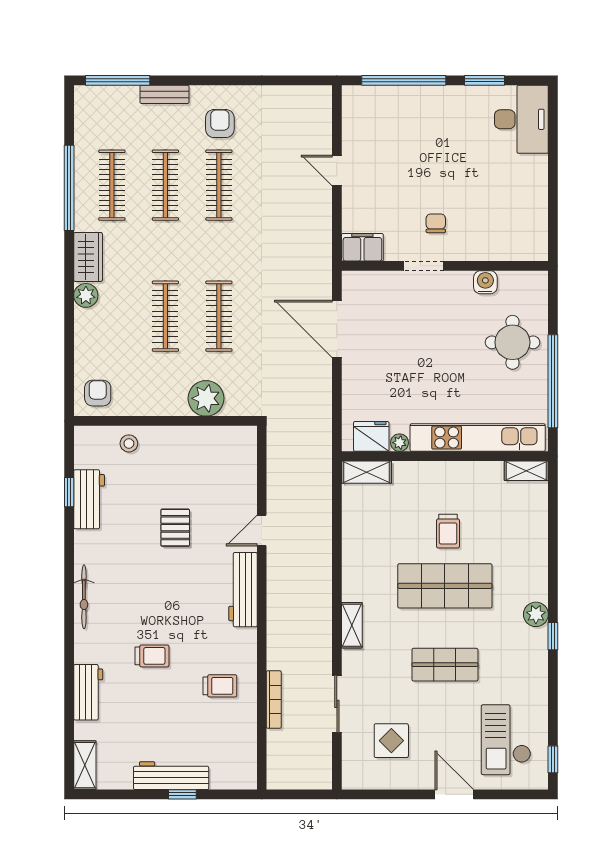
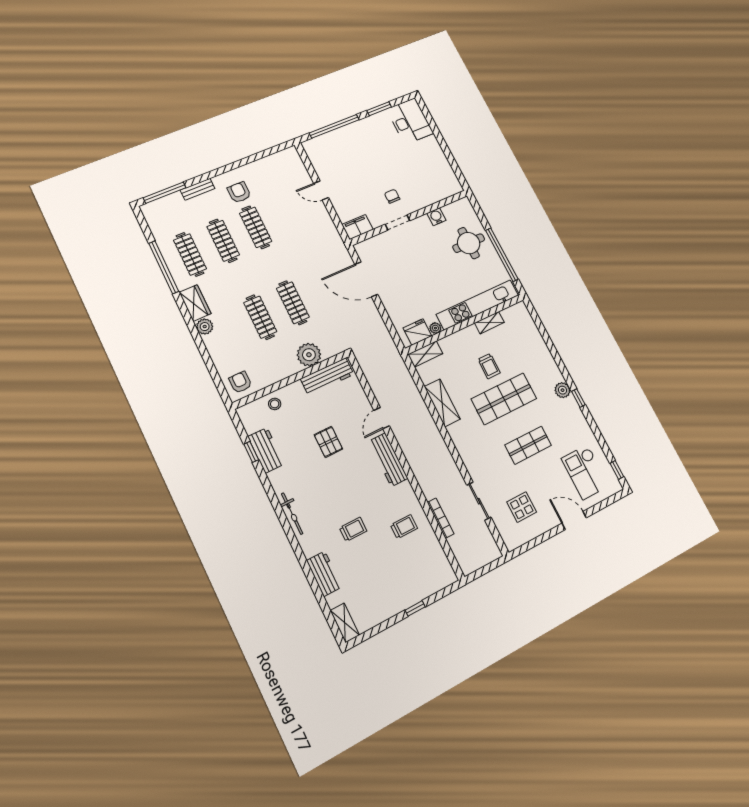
shelving: (526, 471) -> (489, 323), moved
shelving: (352, 625) -> (442, 403), moved, width x1.50, depth x1.33
workbench: (171, 776) -> (327, 377), moved, turned 180

